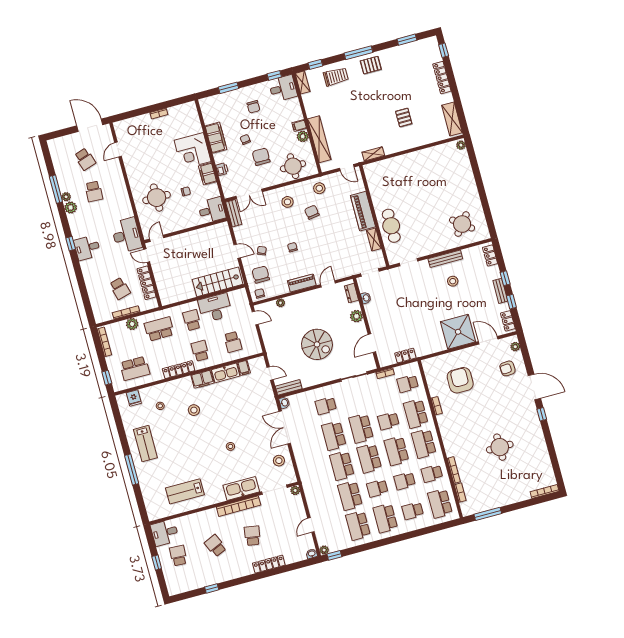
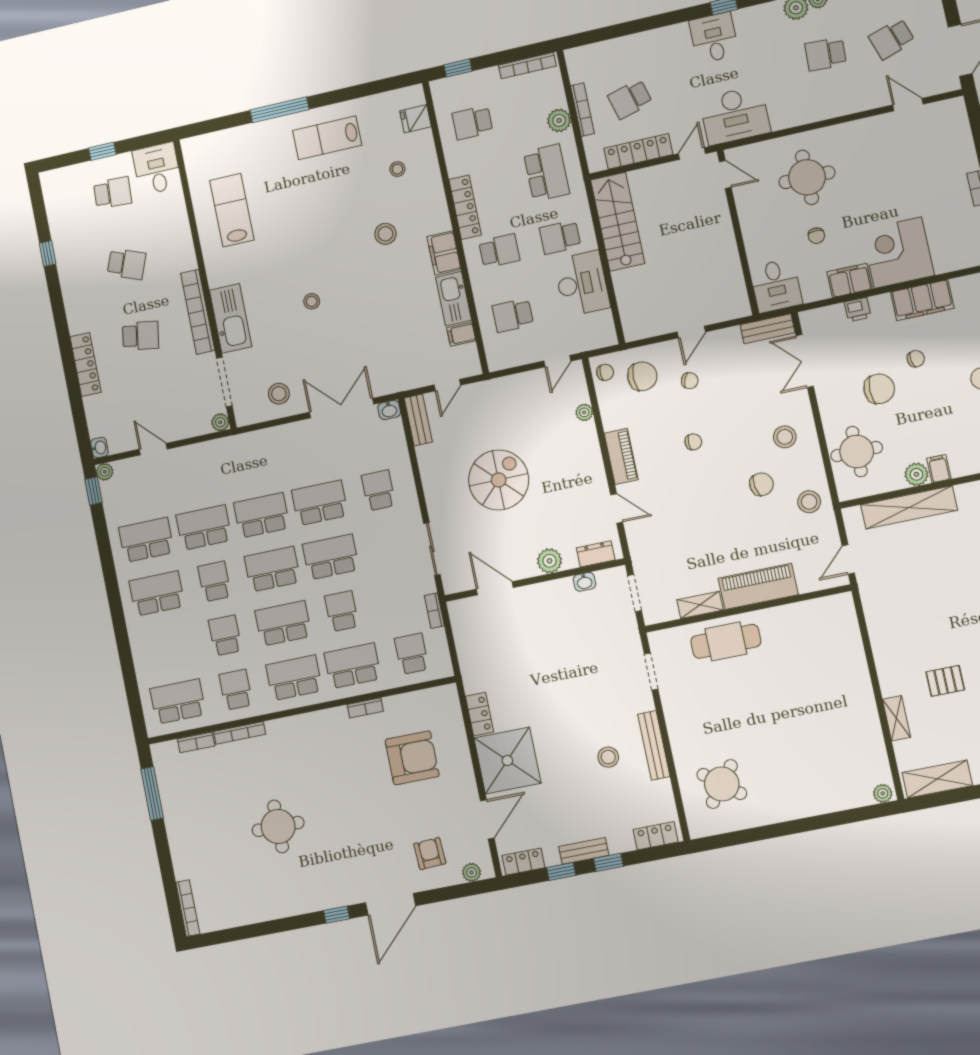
shelving: (373, 154) -> (896, 718), moved
stairs: (218, 282) -> (618, 222), moved
school desk: (192, 320) -> (560, 237), turned 180
spiral stairs: (317, 344) -> (499, 480), turned 180
locker: (405, 356) -> (479, 714), moved
school desk: (135, 368) -> (472, 123), width x0.54
school desk: (413, 511) -> (167, 647), removed
school desk: (215, 546) -> (126, 264), turned 45

